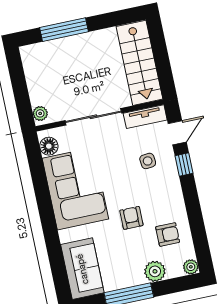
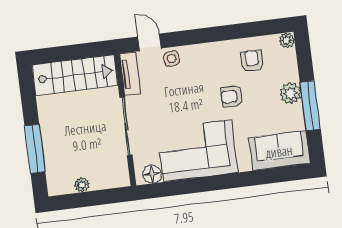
plant: (40, 113) -> (82, 185), moved
side table: (148, 161) -> (172, 59), moved
window: (184, 164) -> (182, 38), removed
plant: (155, 271) -> (290, 93), moved

